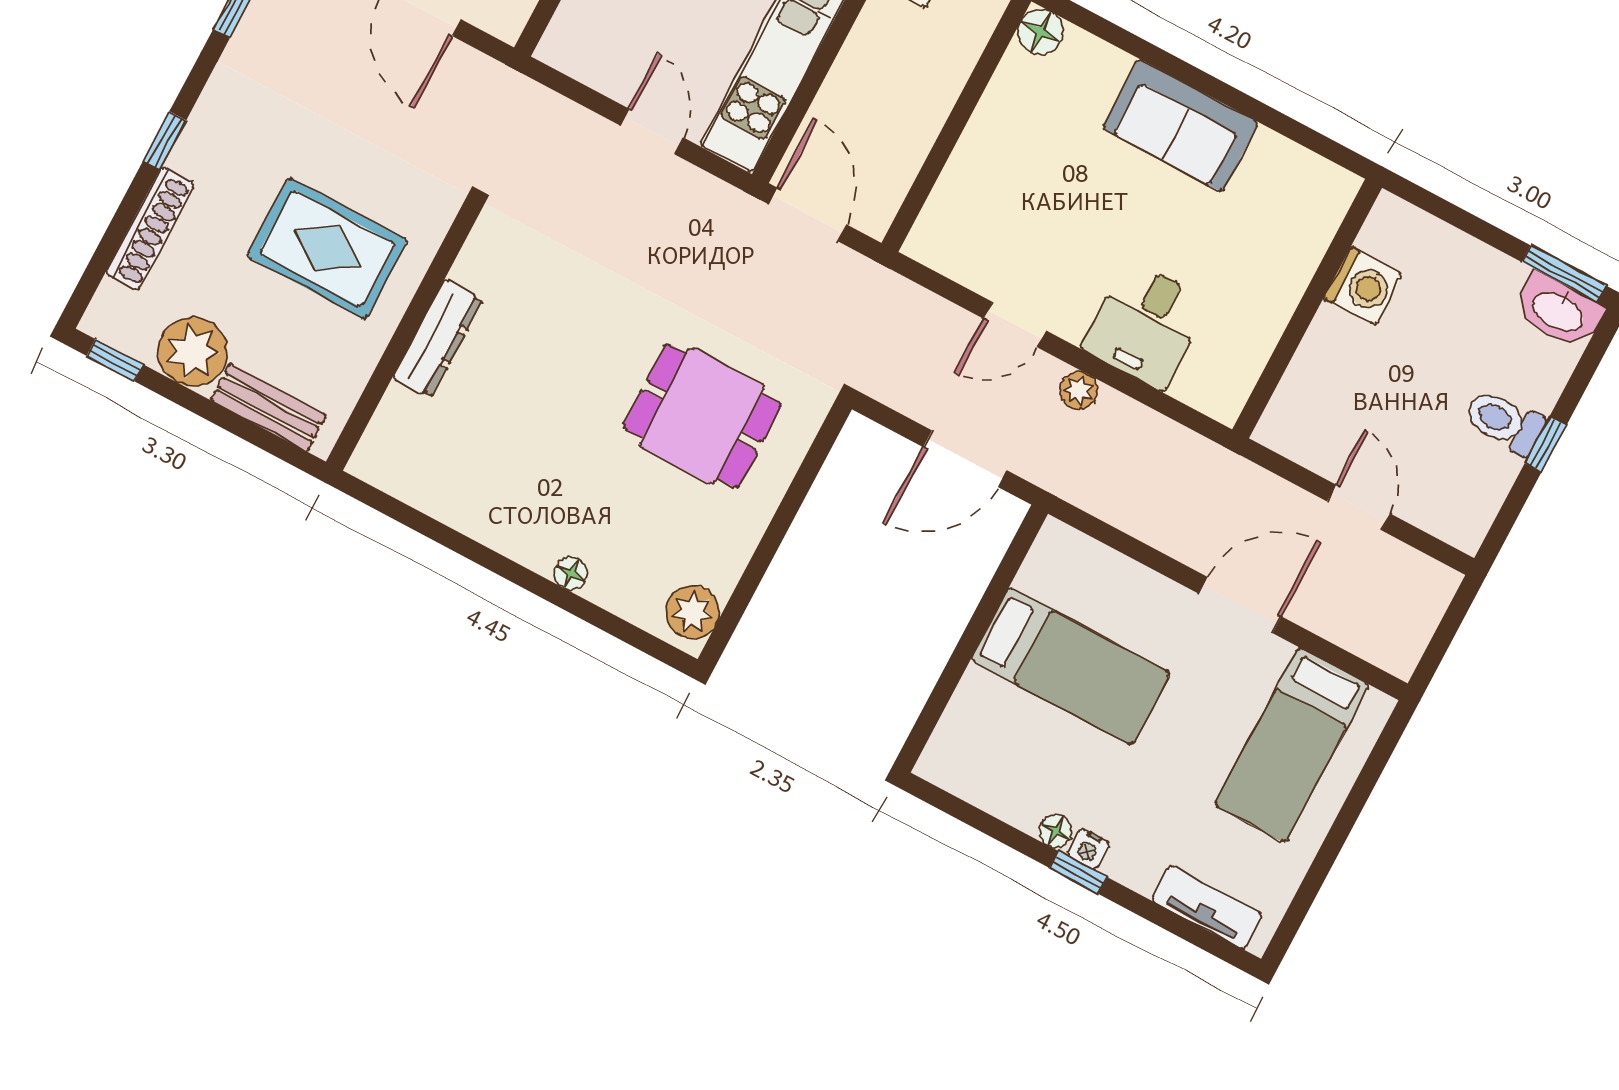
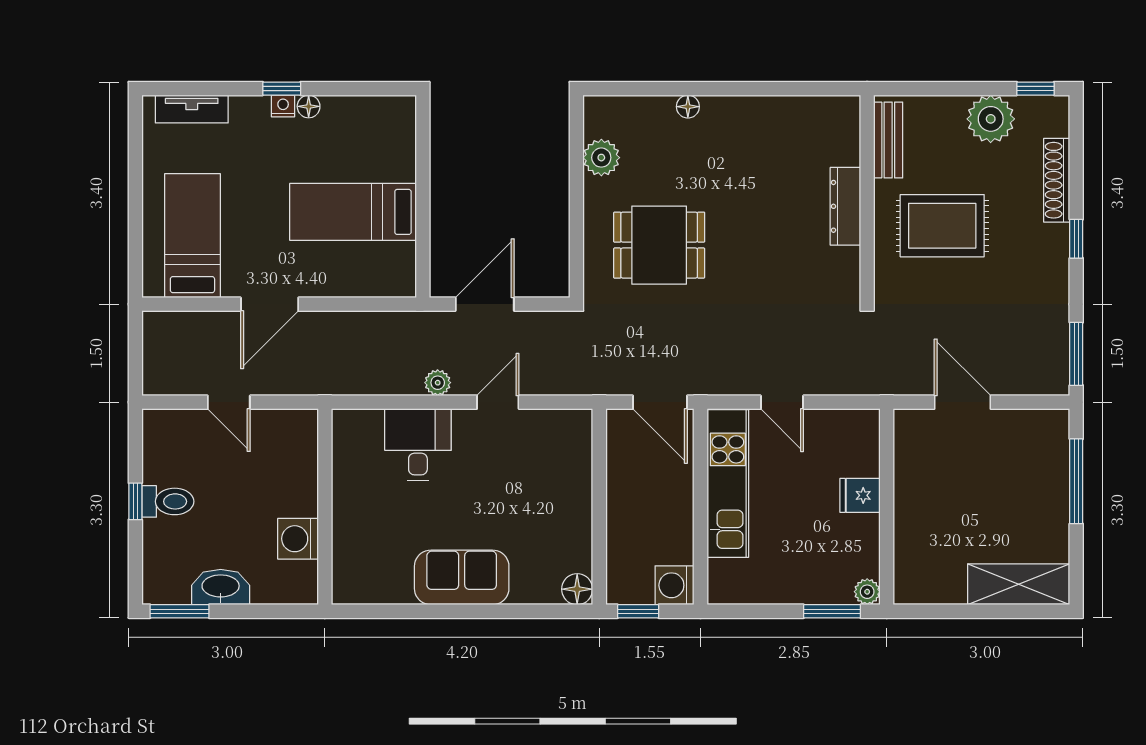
washbasin: (1558, 311) -> (221, 587), moved
bench: (268, 407) -> (888, 140), moved, turned 90
plant: (693, 612) -> (601, 158), moved

